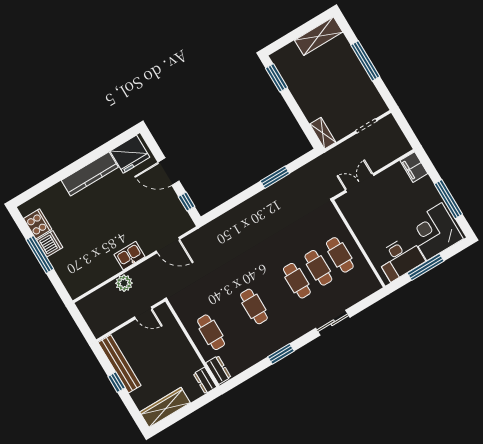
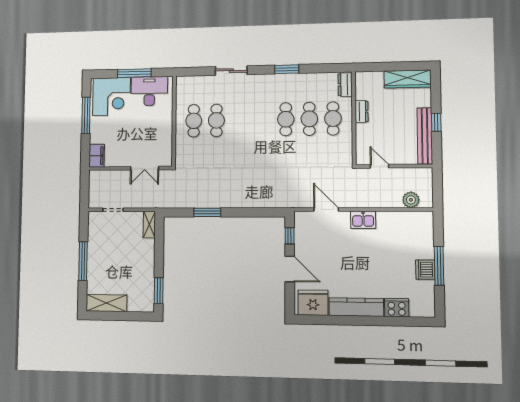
cooker: (38, 224) -> (397, 308), moved, turned 90
cafe table: (297, 281) -> (309, 119), moved
plant: (124, 283) -> (411, 200), moved
dresser: (205, 380) -> (362, 111), moved

